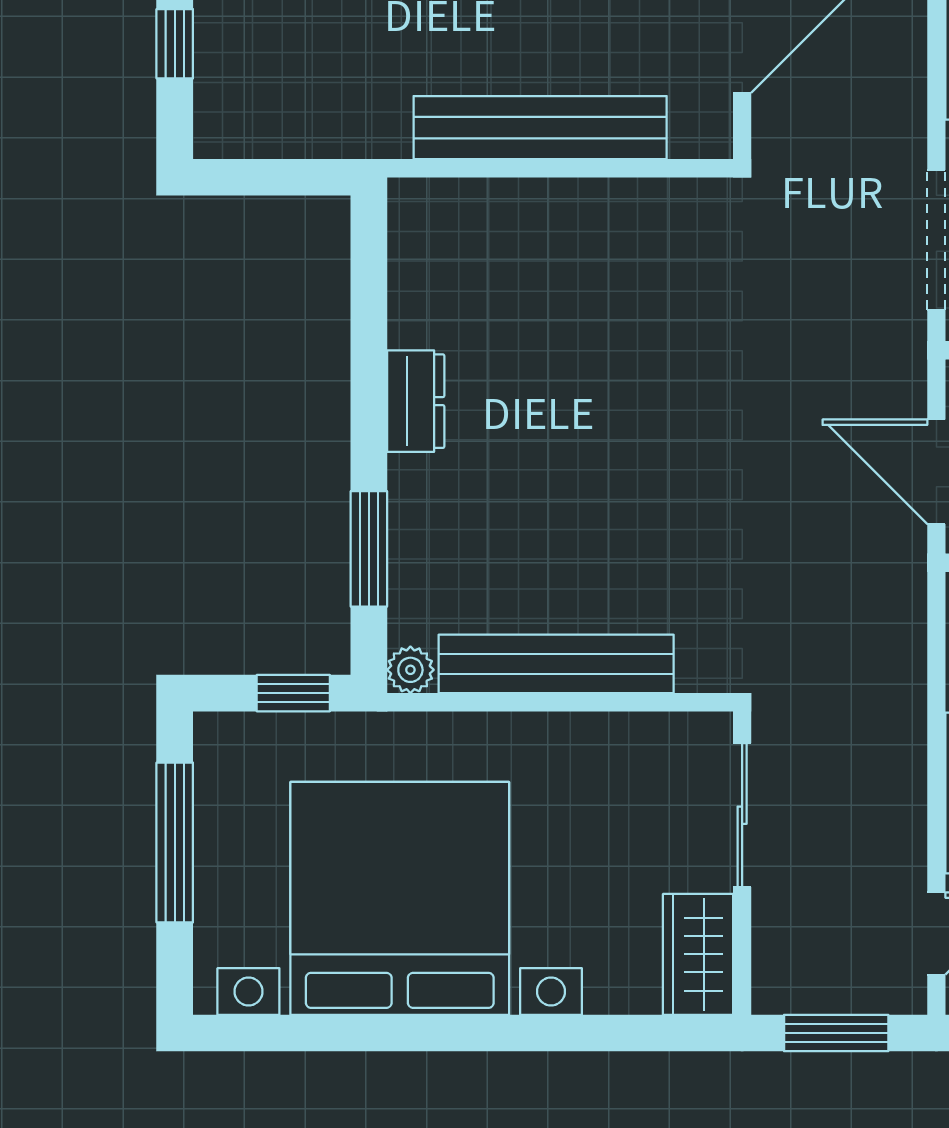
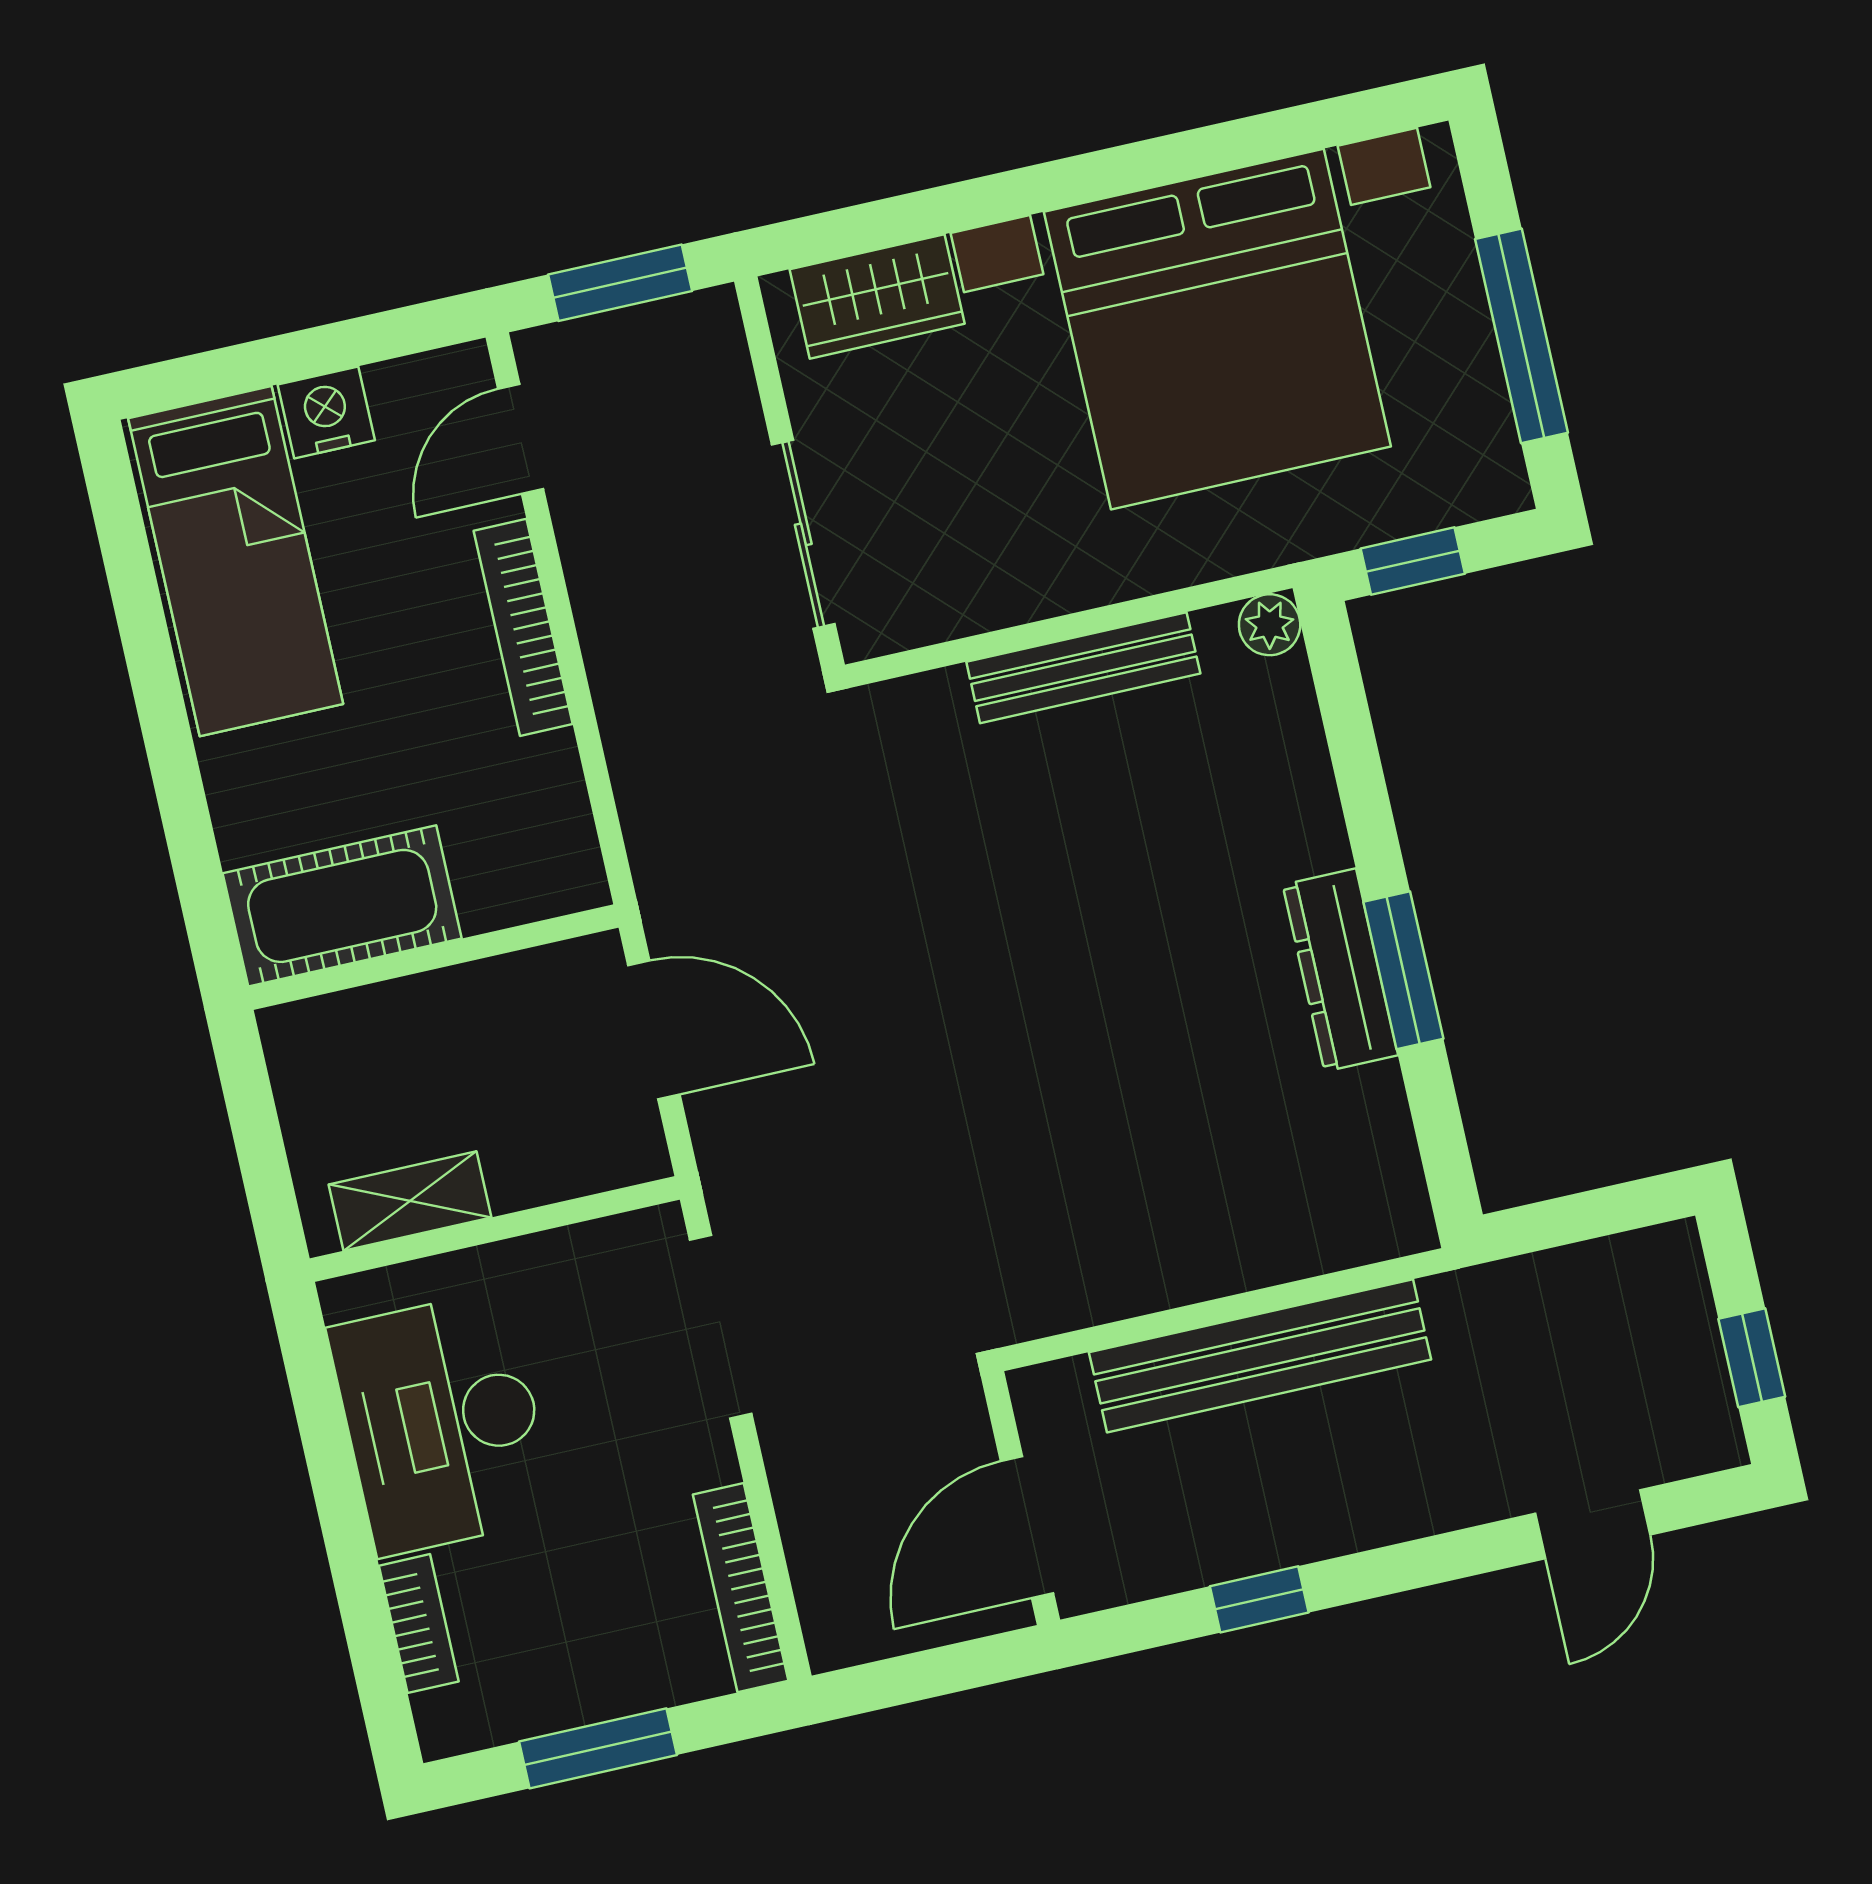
dresser: (416, 401) -> (1340, 970), width x1.44
window: (369, 549) -> (1403, 970), moved
bench: (556, 664) -> (1083, 668), width x0.73, depth x0.82
wardrobe: (698, 954) -> (877, 296), moved, turned 90

